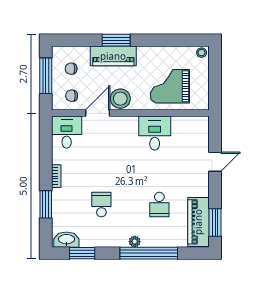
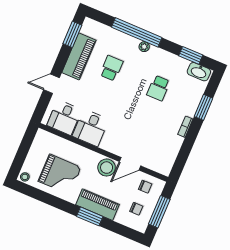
grand piano: (170, 86) -> (60, 174), moved
desk: (67, 132) -> (64, 118), moved
piano: (198, 222) -> (79, 56), moved

